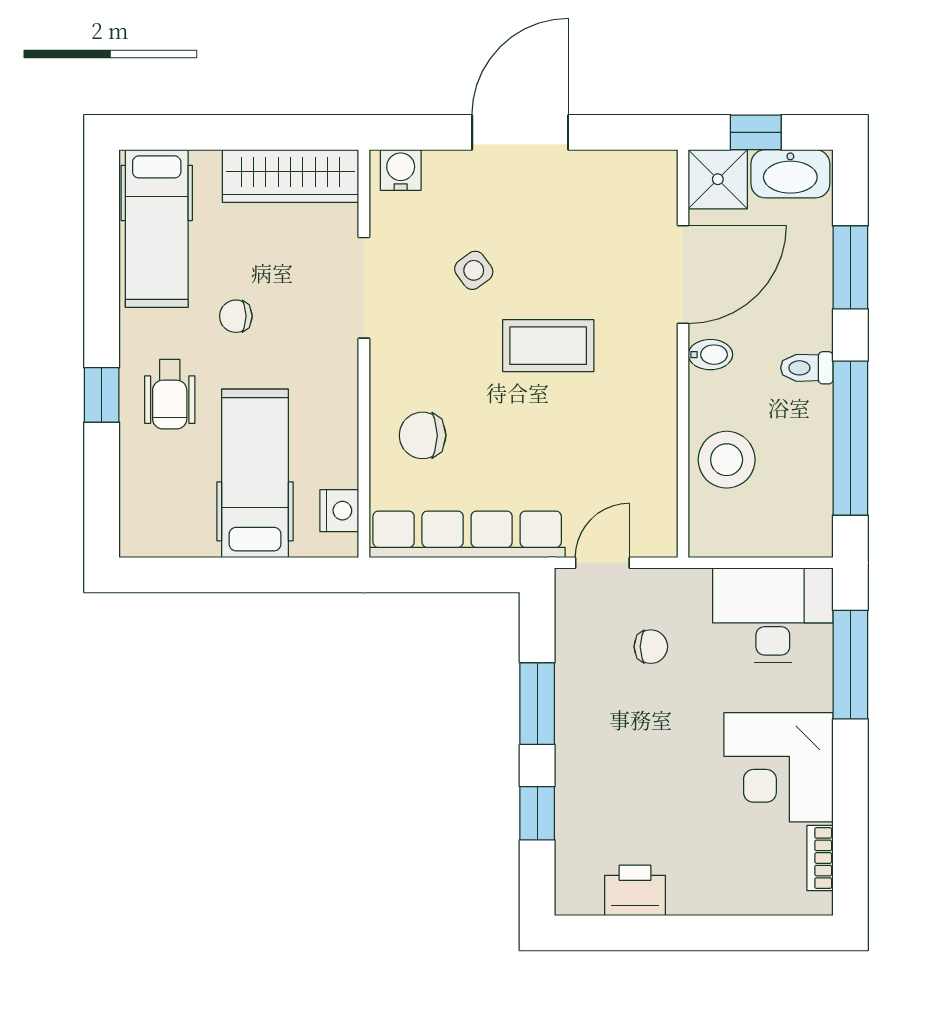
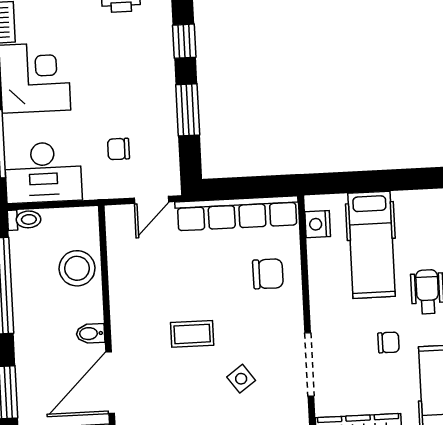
coffee table: (548, 346) -> (192, 334), width x0.73, depth x0.77
toilet: (807, 368) -> (24, 220), moved

